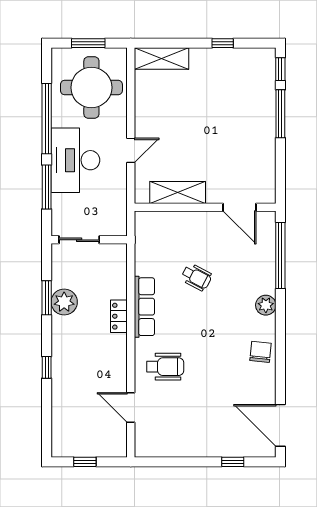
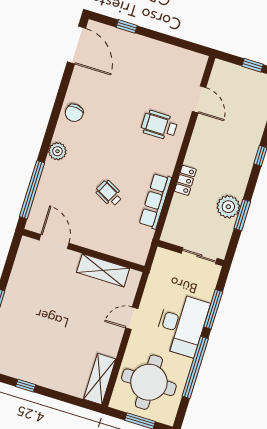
shelving: (162, 58) -> (100, 379), moved, turned 90
row of seats: (144, 307) -> (155, 201), moved

